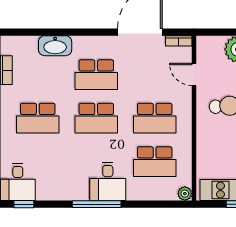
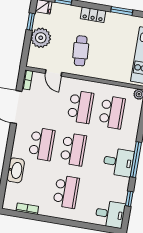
door: (194, 74) -> (54, 73), hinge flipped
desk: (108, 181) -> (118, 162), moved
window: (24, 204) -> (129, 199), moved

